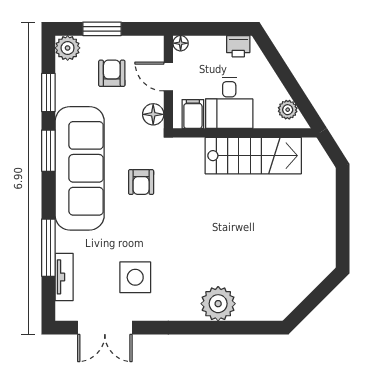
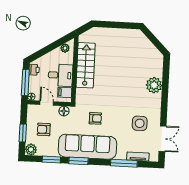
window: (210, 29) -> (25, 82), added
door: (168, 77) -> (47, 103), swing flipped

